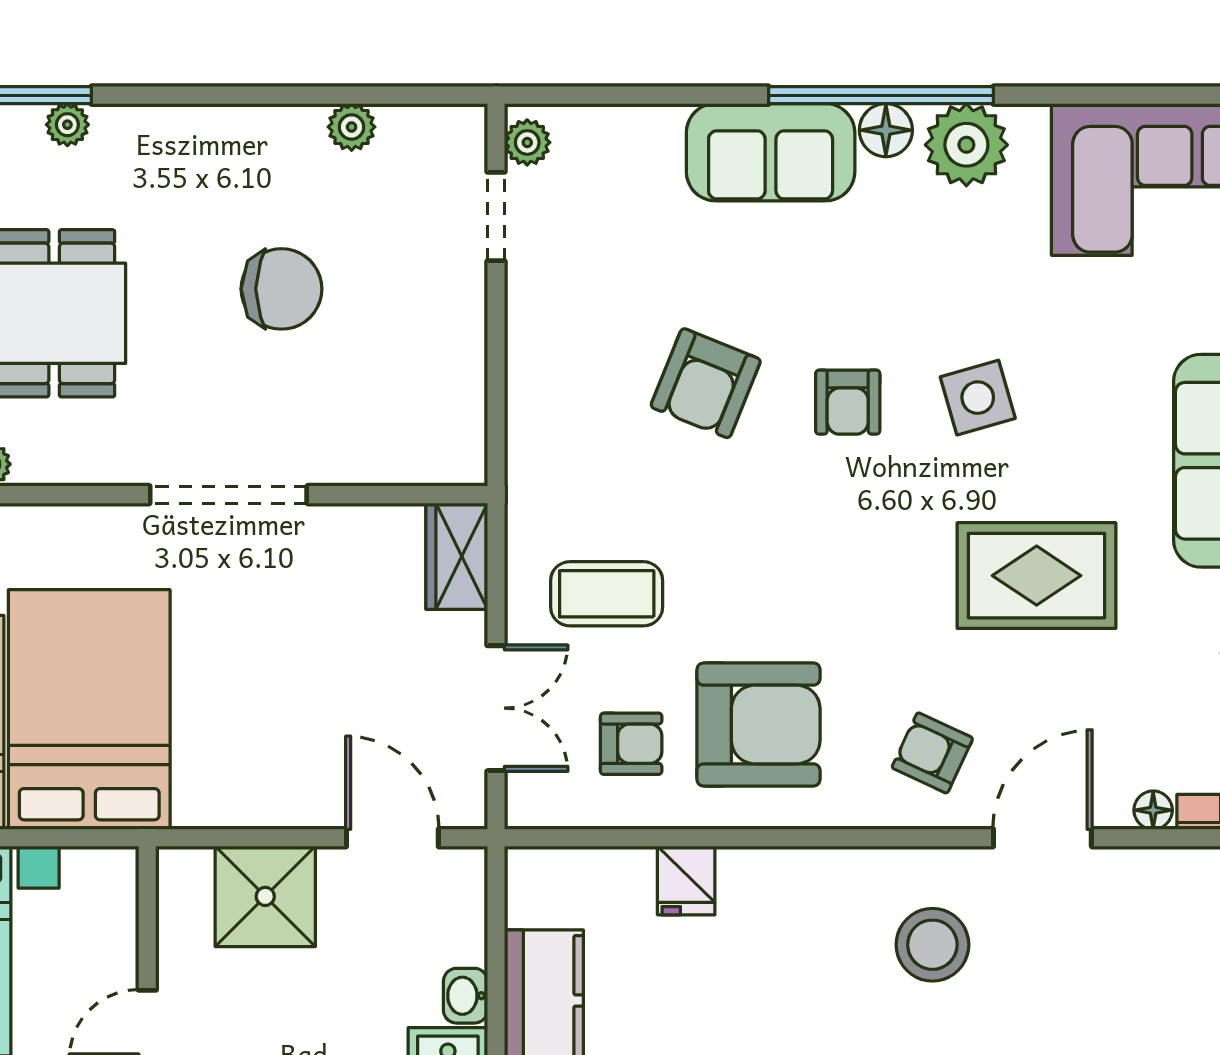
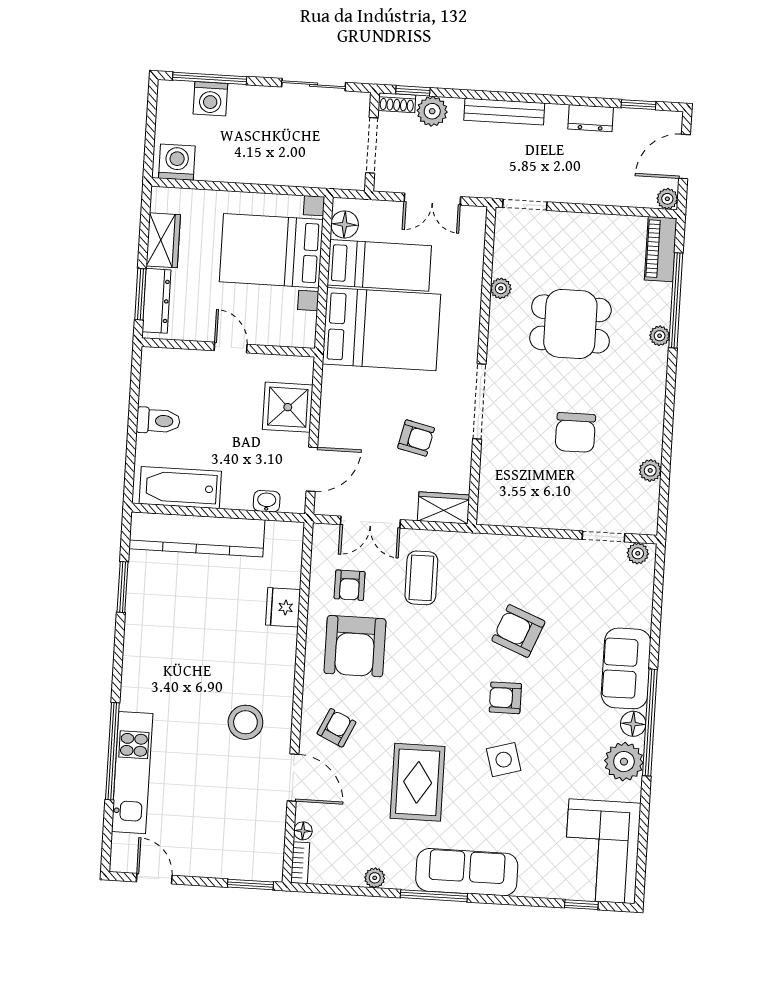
armchair: (313, 623) -> (416, 438), added
fridge: (686, 881) -> (283, 607), width x1.38
washbasin: (465, 996) -> (267, 501), moved

